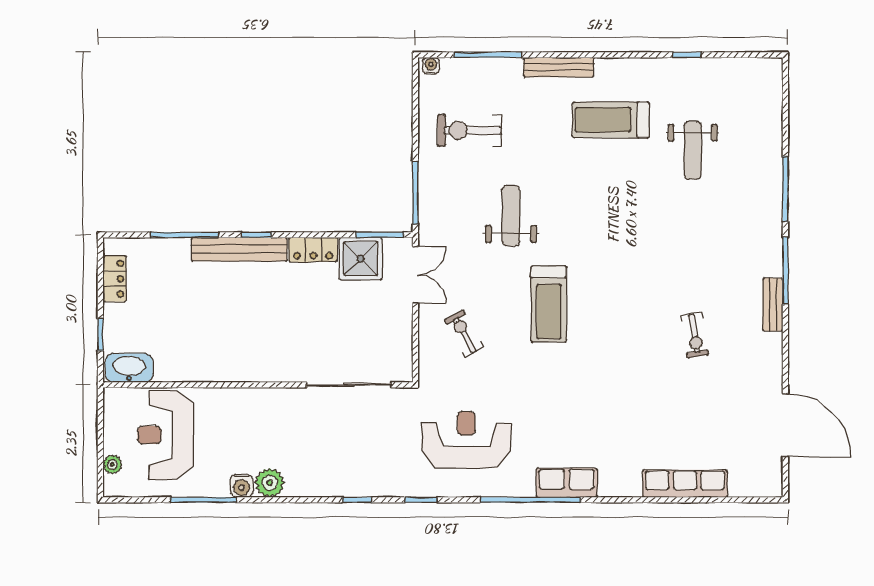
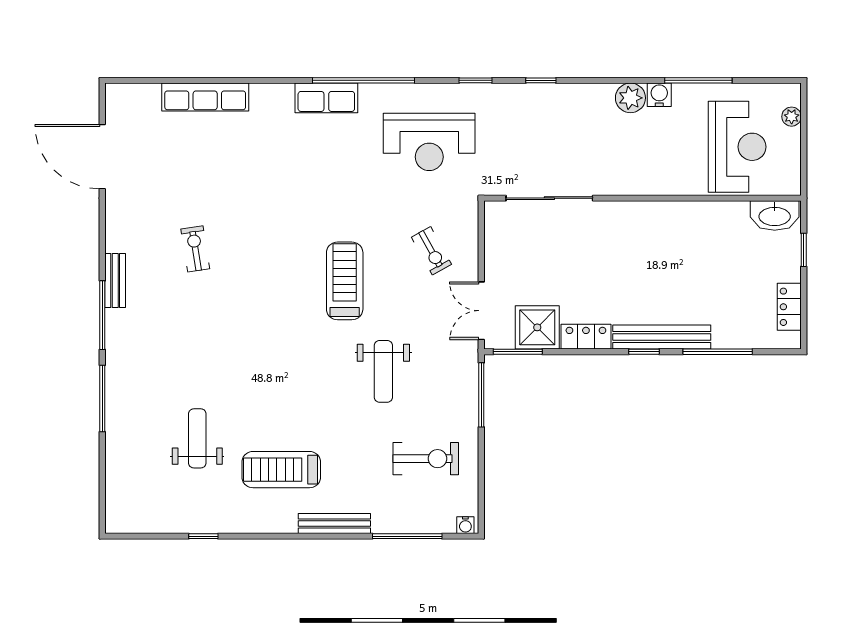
treadmill: (611, 120) -> (281, 470), turned 180

